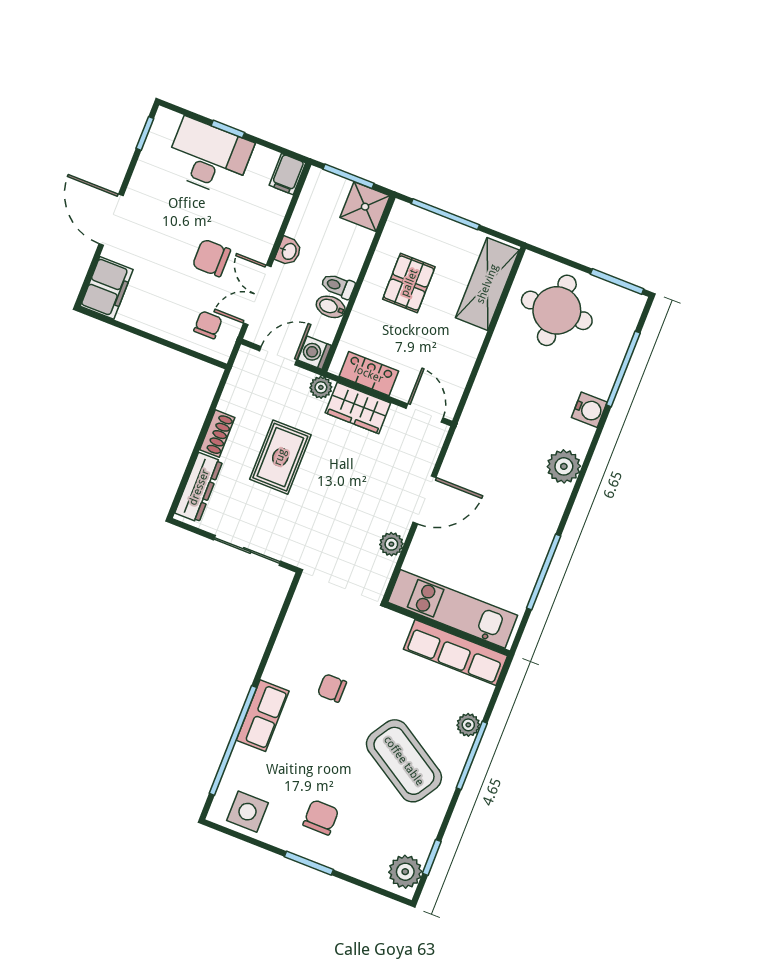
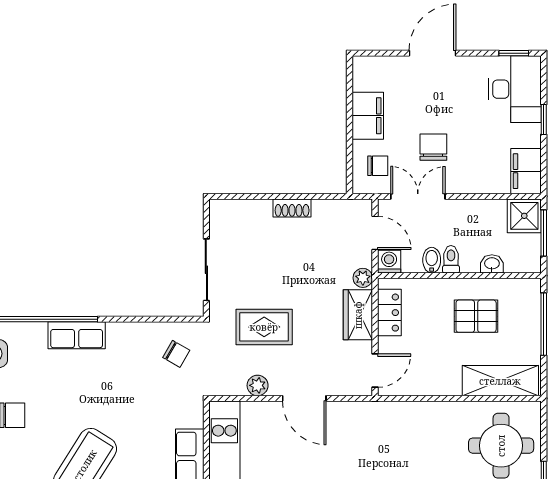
desk: (209, 157) -> (515, 89), moved
filing cabinet: (287, 174) -> (526, 171), width x2.00
shower: (365, 207) -> (524, 216), moved
washbasin: (289, 251) -> (492, 264), moved, turned 180
filing cabinet: (107, 288) -> (368, 116), moved, turned -90
rug: (280, 457) -> (264, 327), moved
dresser: (199, 487) -> (242, 210), removed
chair: (332, 688) -> (176, 354), moved, turned 120

